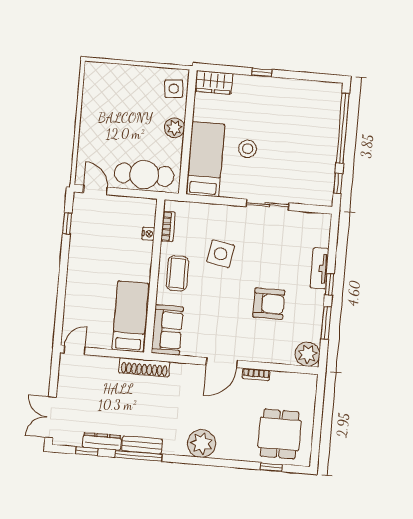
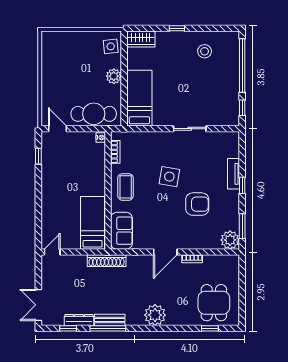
stool: (248, 149) -> (205, 51), moved
nightstand: (148, 234) -> (101, 137), moved
side table: (221, 254) -> (169, 177), moved
window: (326, 323) -> (242, 226), moved

